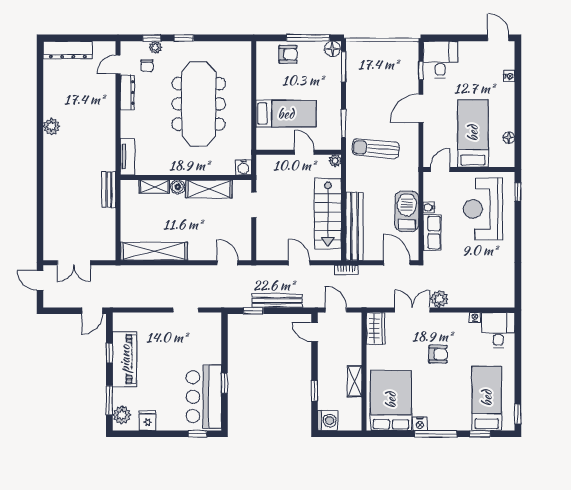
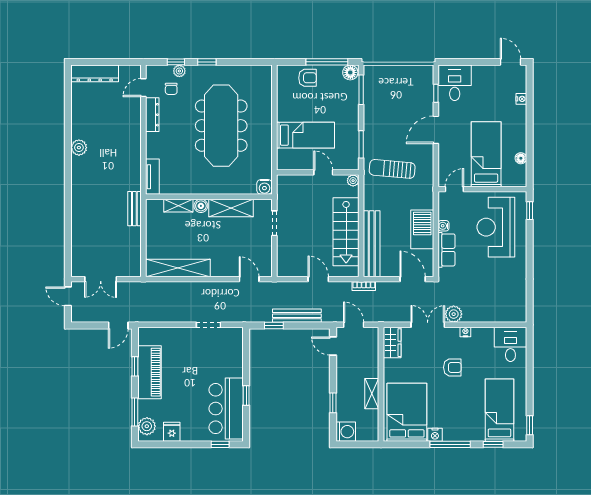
nightstand: (475, 317) -> (465, 332), moved

